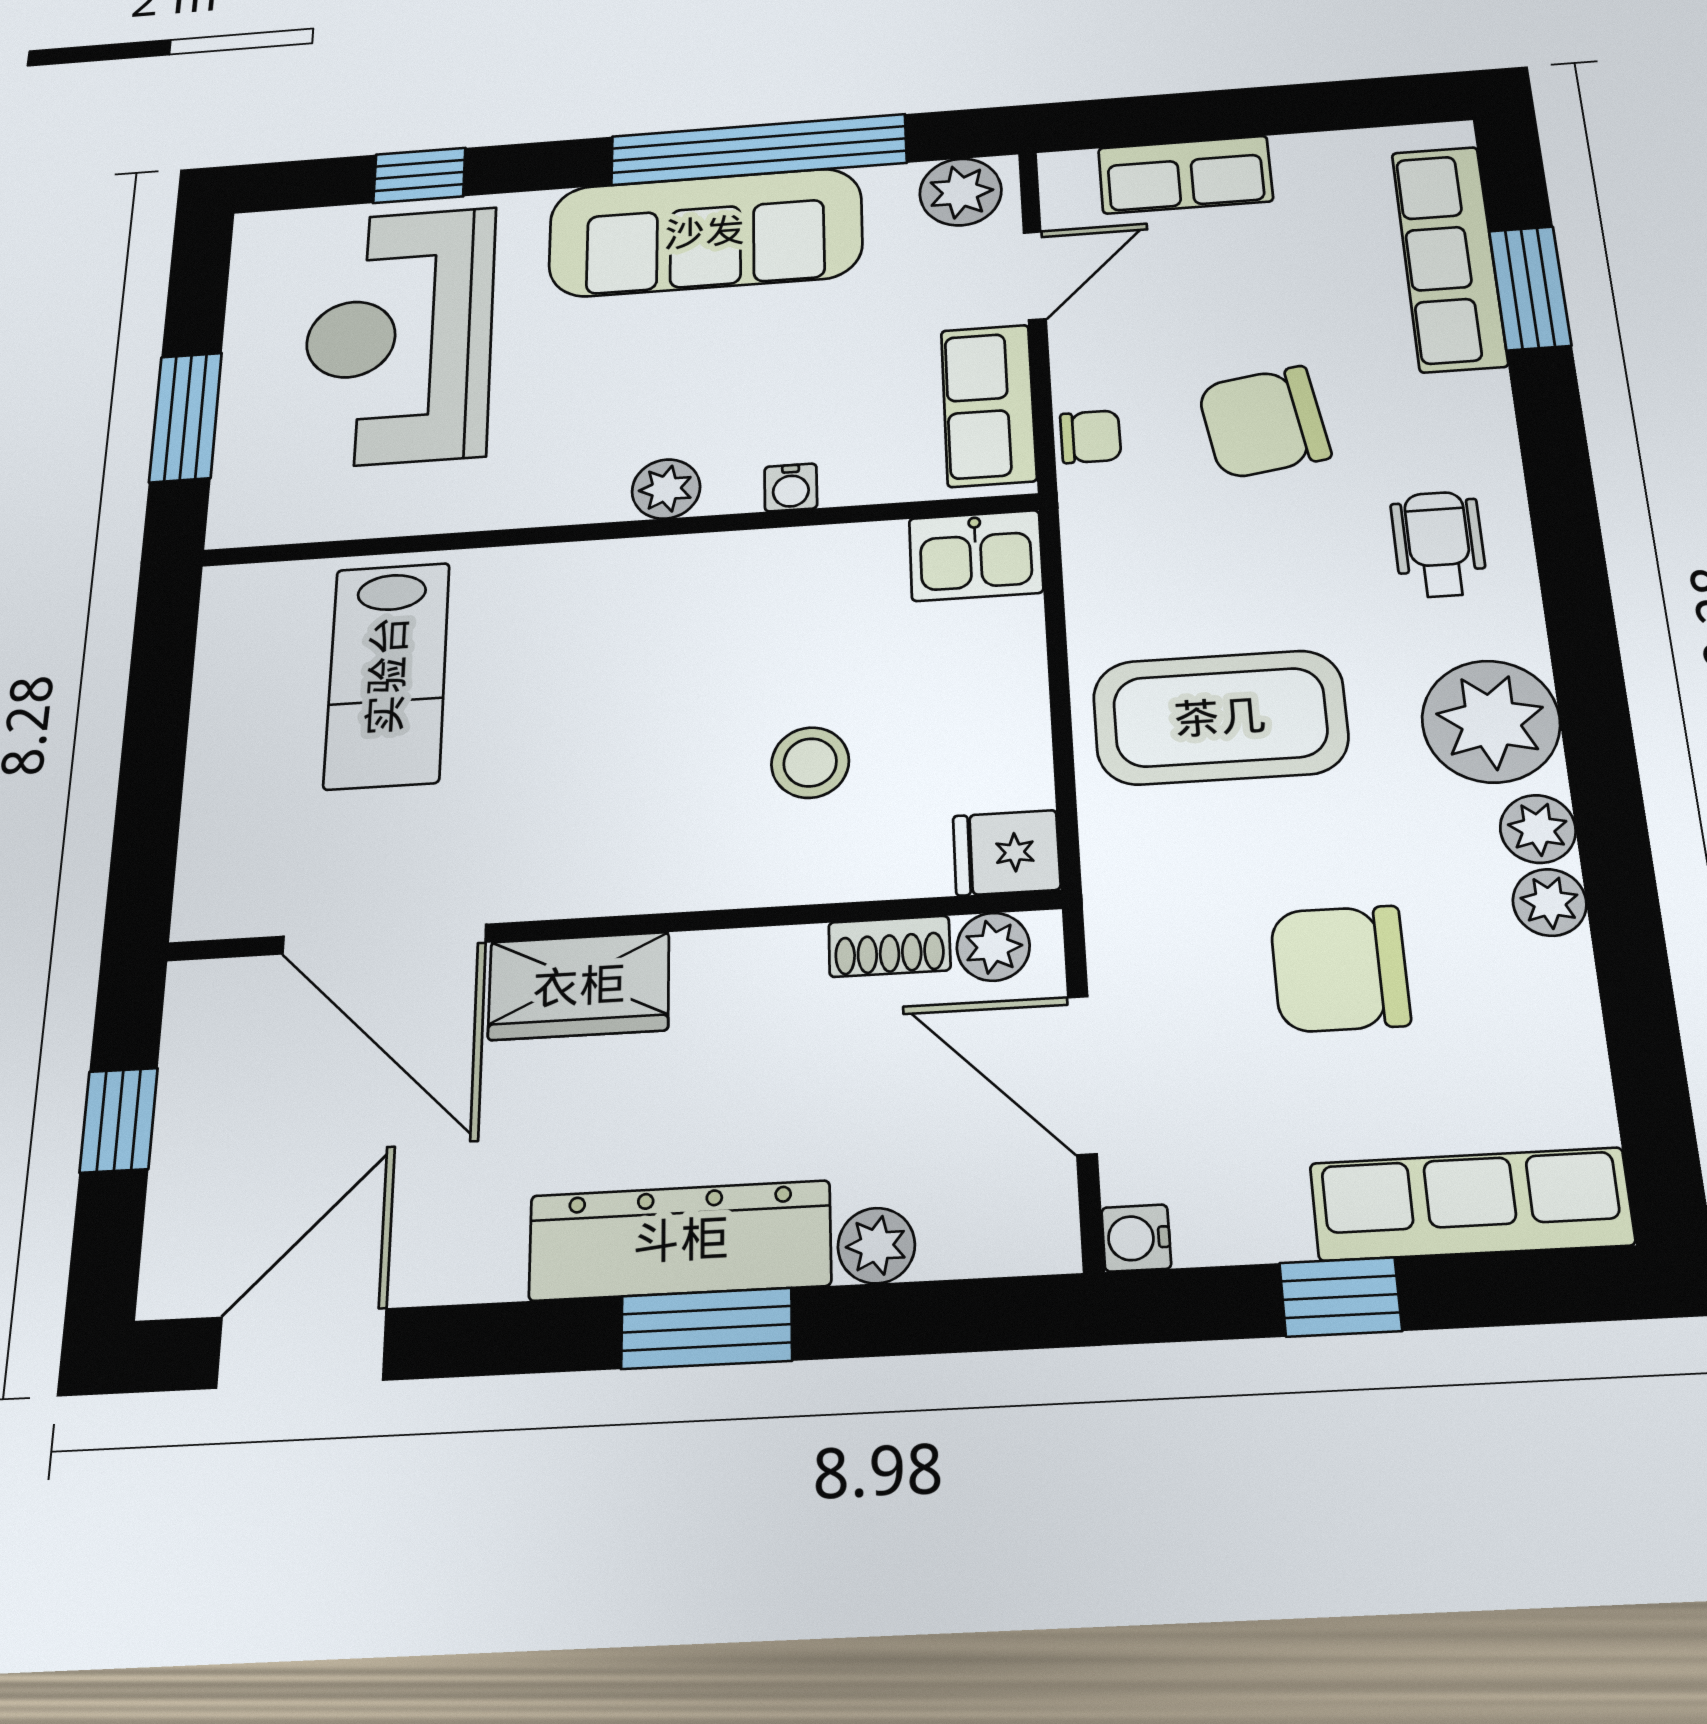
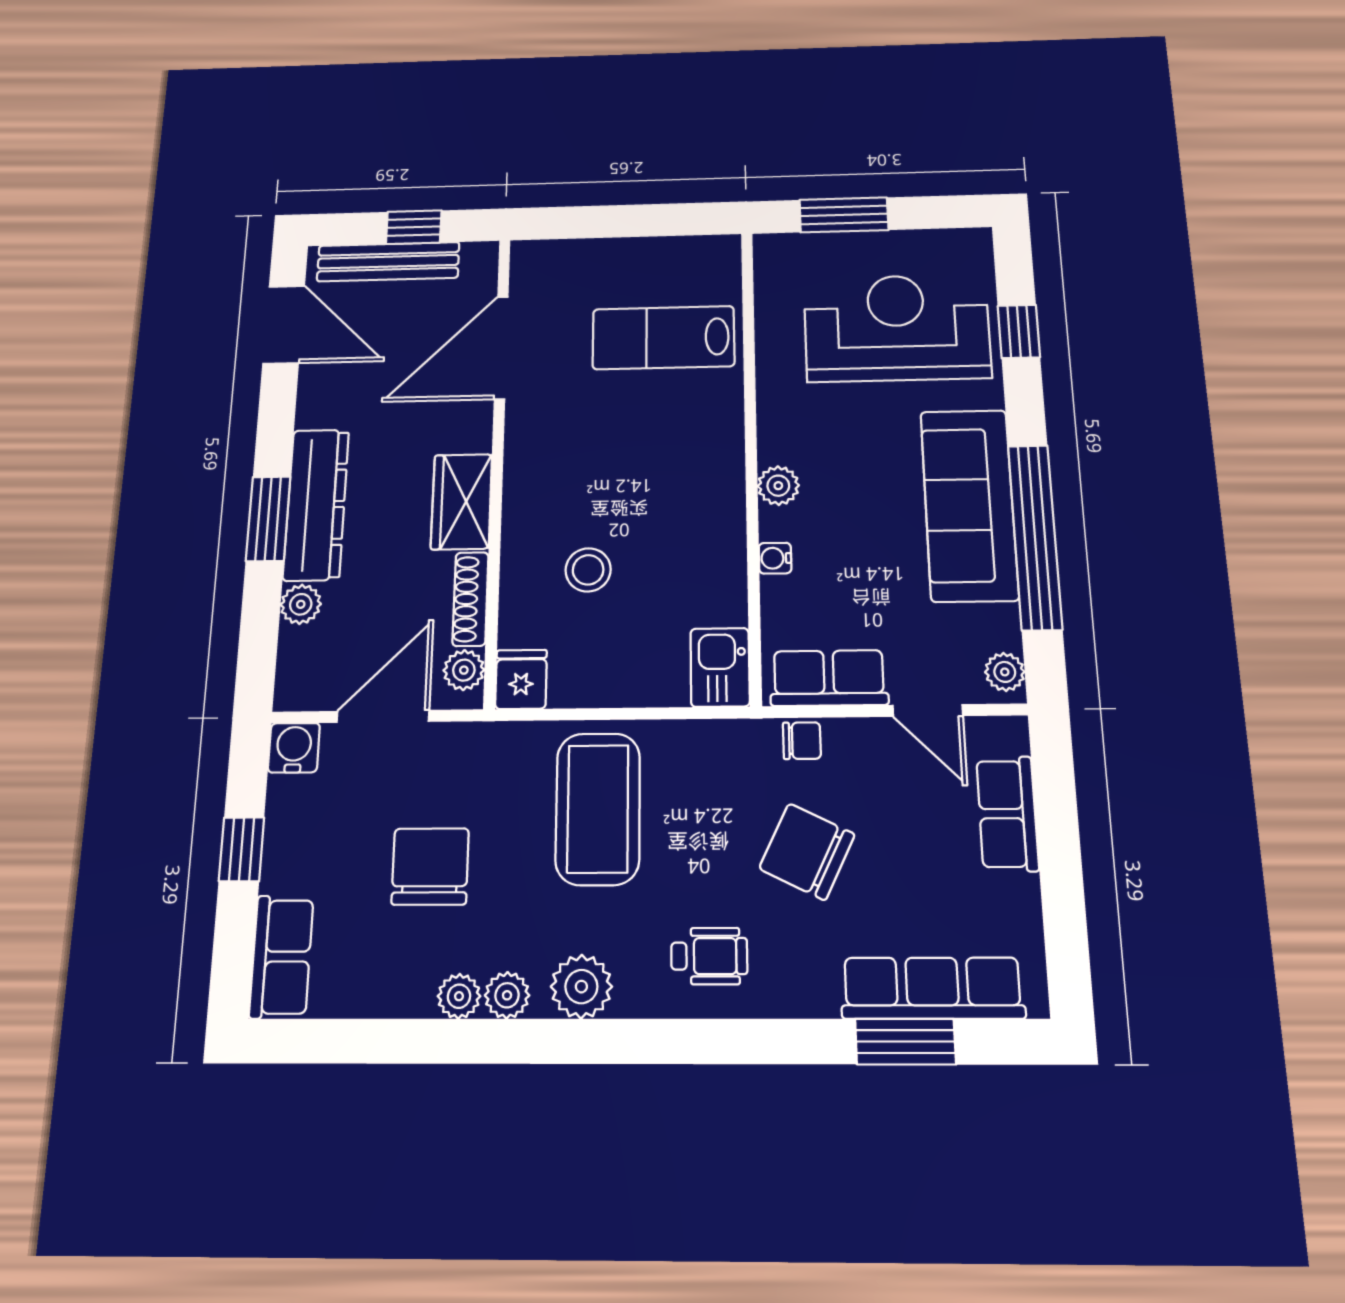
plant: (961, 192) -> (1005, 672), width x0.73, depth x0.73
chair: (1264, 422) -> (807, 851), turned -55
chair: (1091, 437) -> (802, 741), turned -90
plant: (1491, 721) -> (581, 987), width x0.73, depth x0.73
shoe rack: (889, 946) -> (470, 599), width x1.43
wardrobe: (579, 986) -> (461, 502), moved
bench: (187, 1161) -> (388, 262), added
row of seats: (1471, 1204) -> (281, 957), width x0.68
water cooler: (1136, 1238) -> (294, 748), width x1.38, depth x1.38

